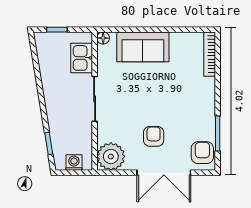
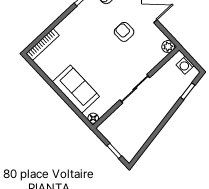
kitchen sink: (82, 58) -> (117, 120), removed
armchair: (154, 136) -> (124, 32), turned 90
plant: (111, 156) -> (168, 47), width x0.53, depth x0.53

